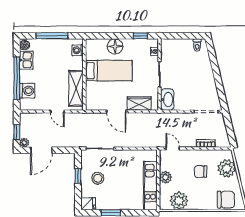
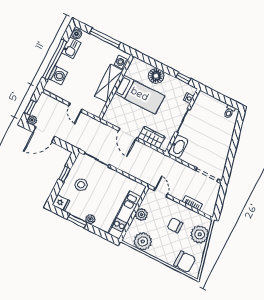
shelving: (76, 88) -> (109, 83), moved
plant: (122, 205) -> (90, 219), added

